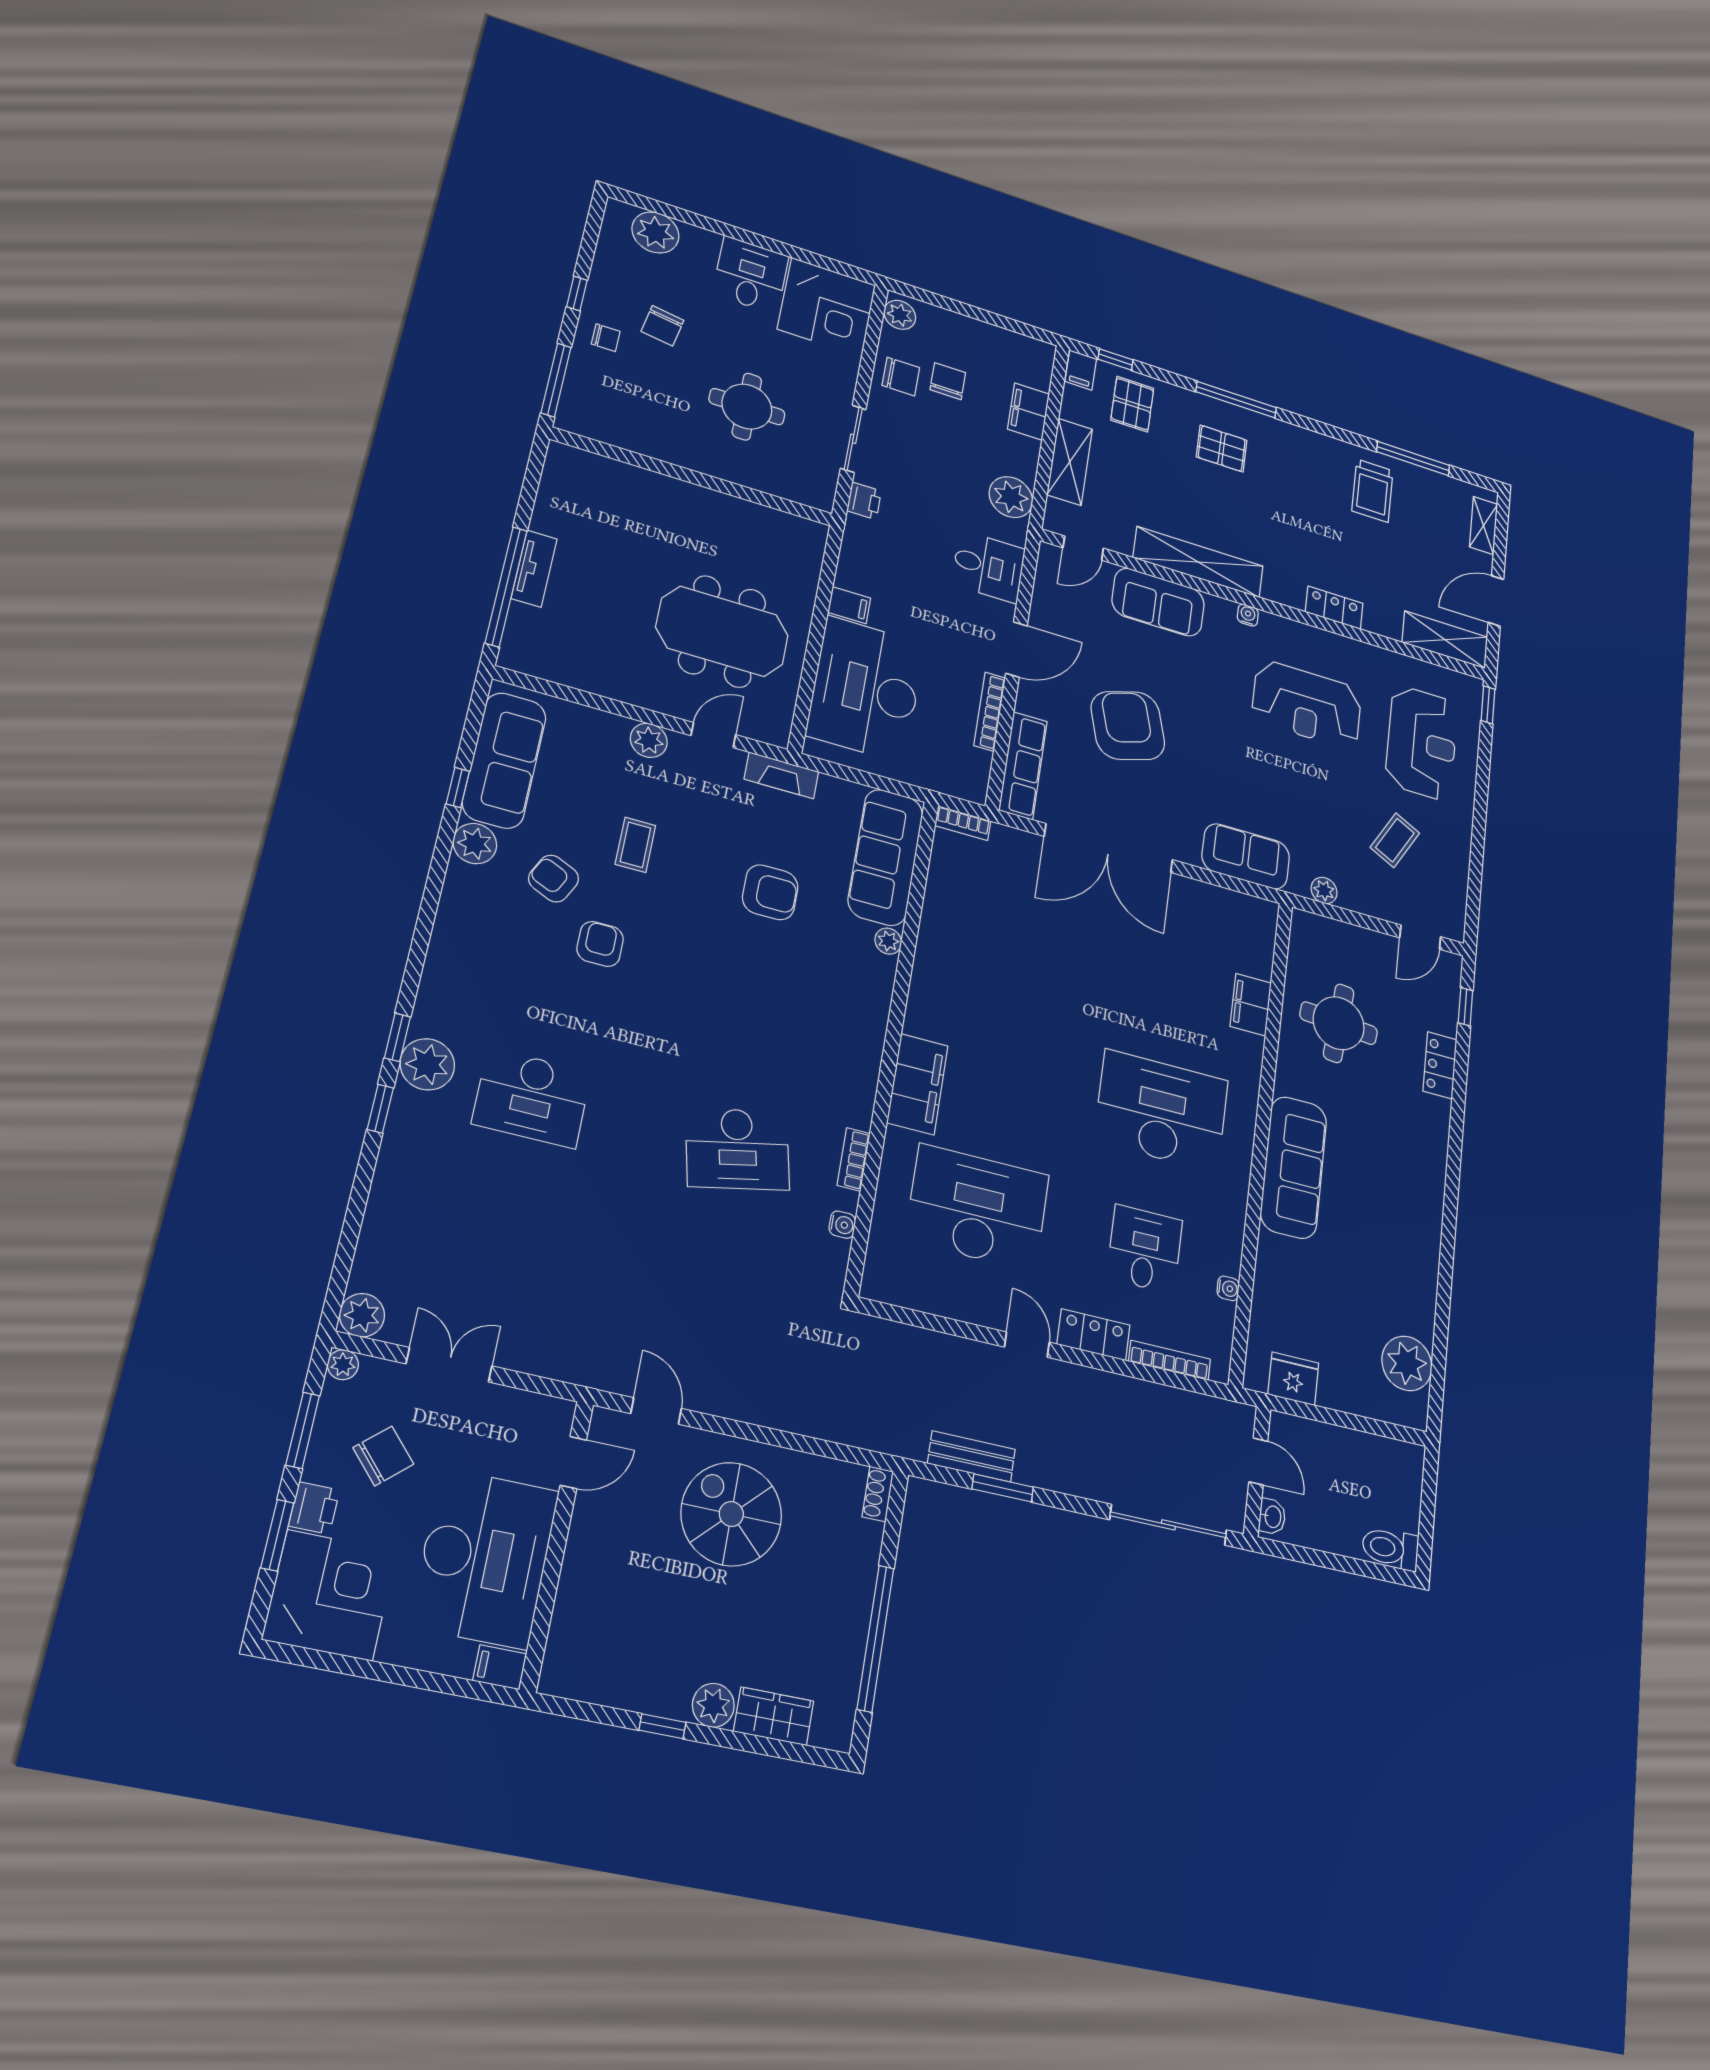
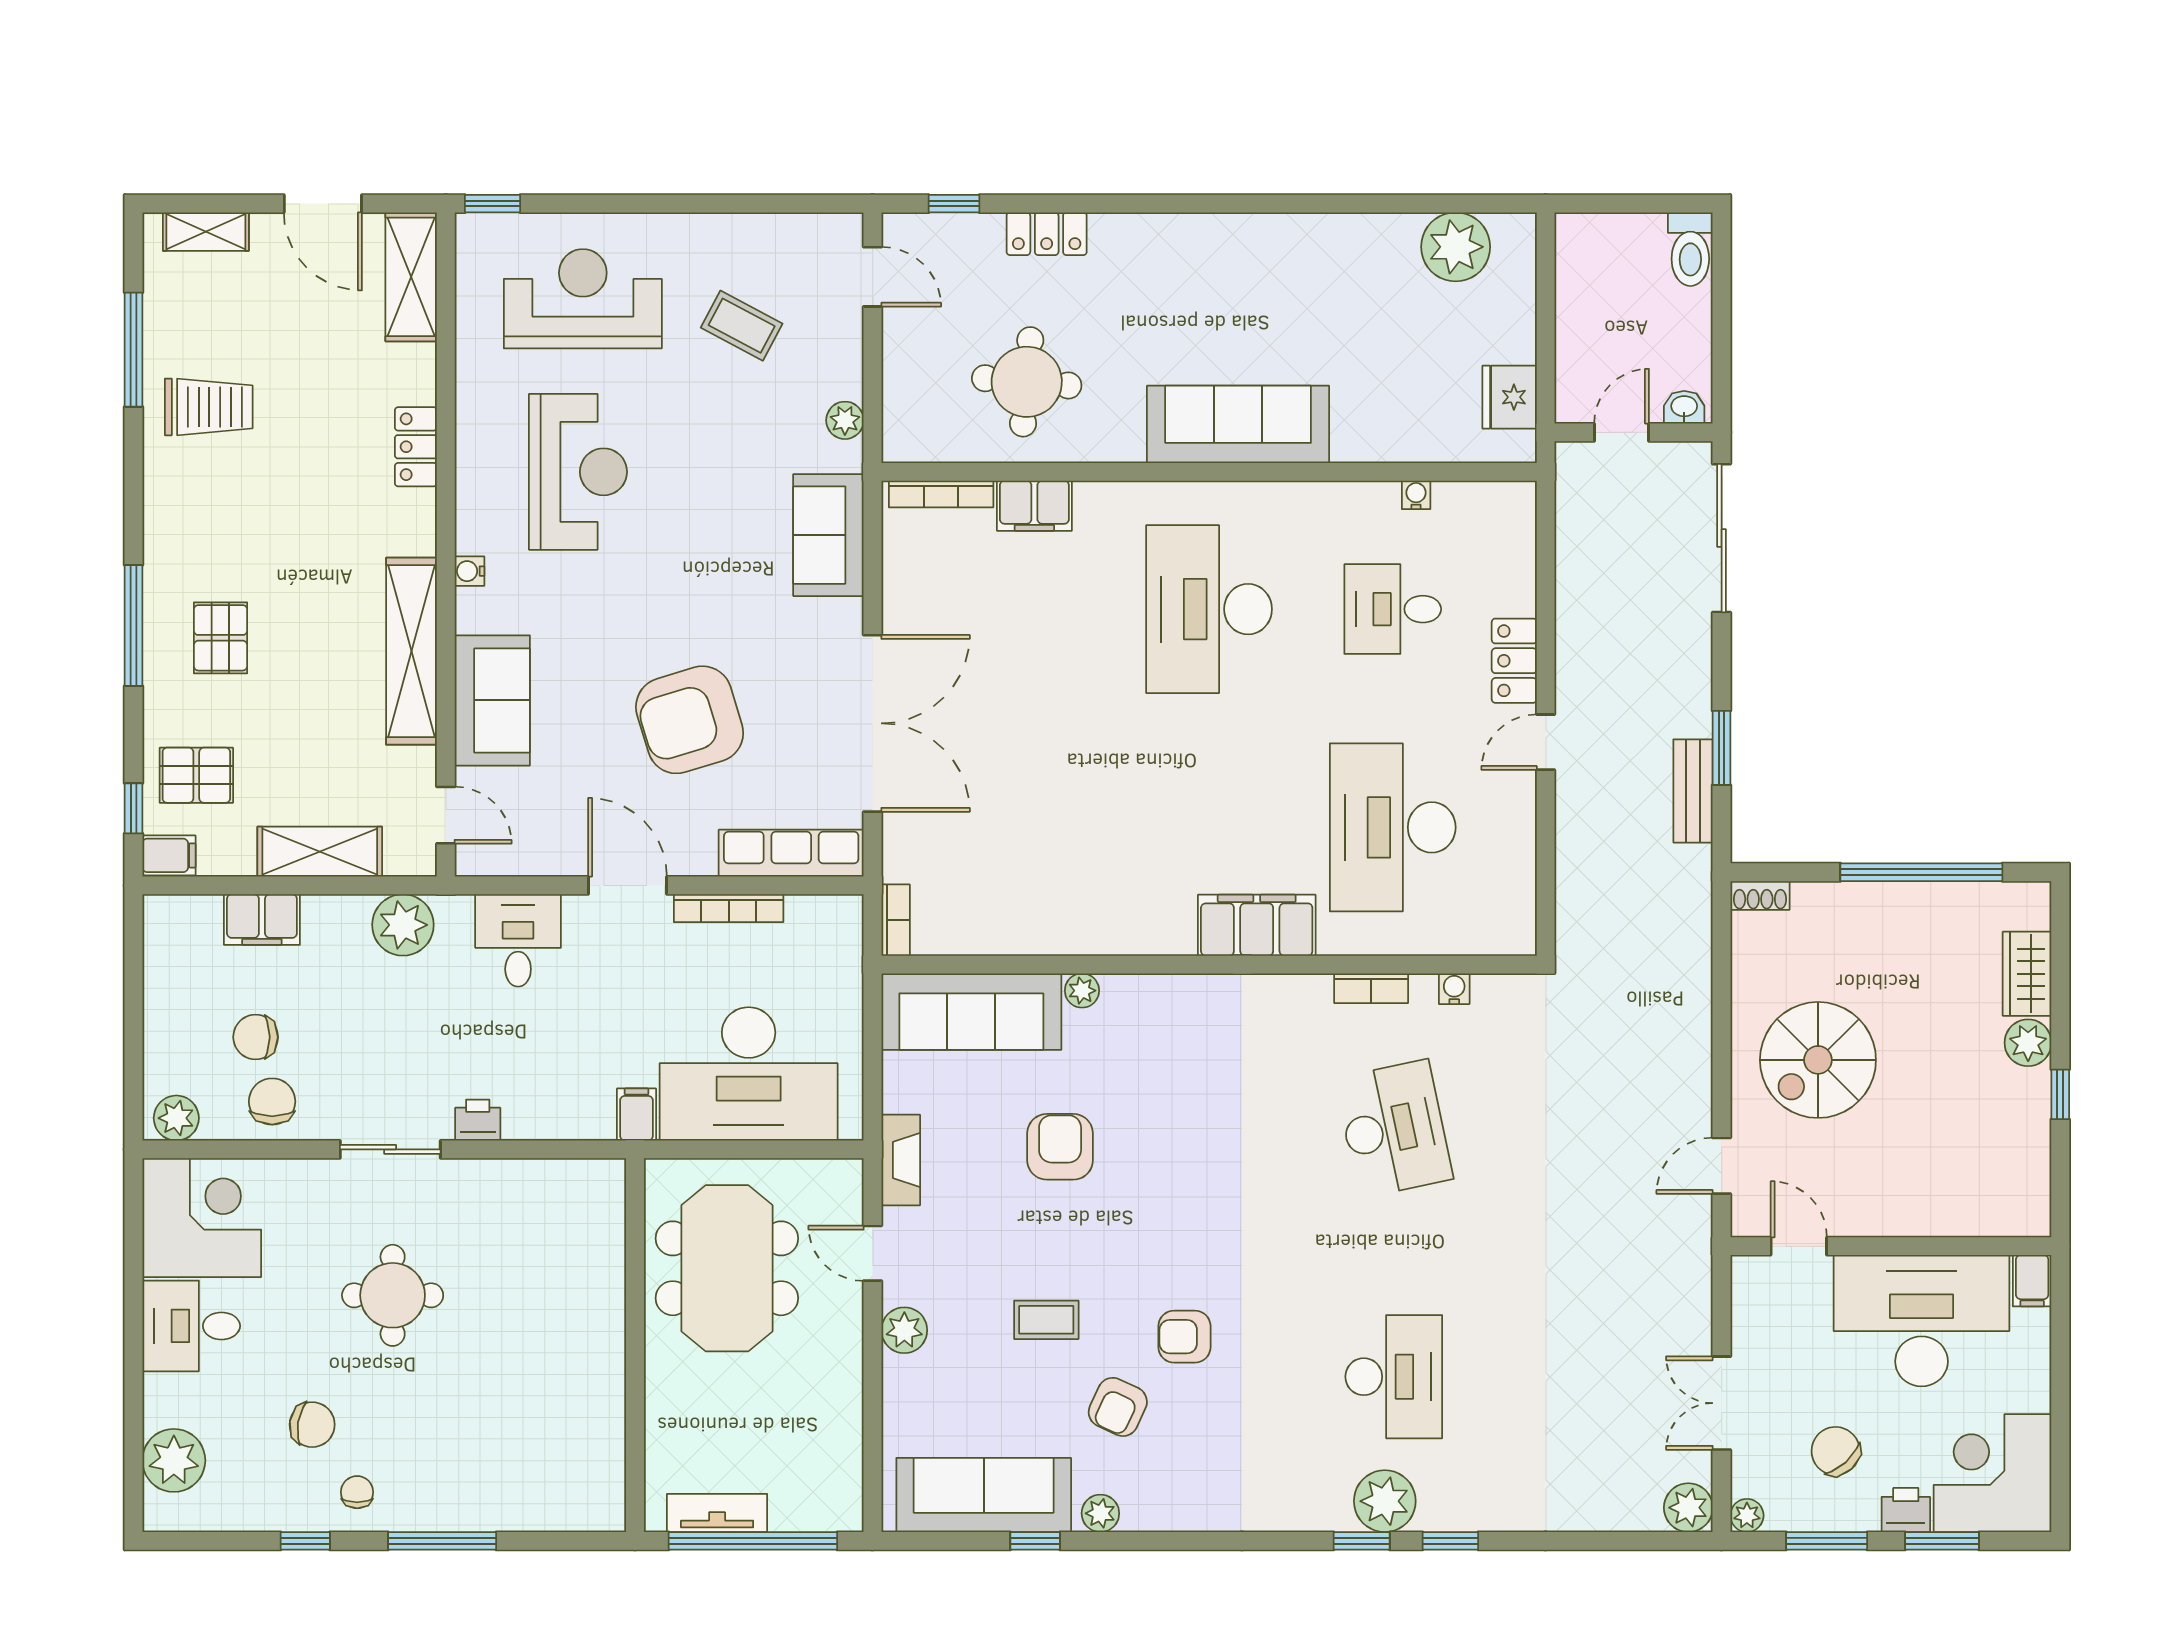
wall: (693, 477) -> (635, 1345), moved
plant: (475, 844) -> (1100, 1513), width x0.73, depth x0.73
bookcase: (1170, 1360) -> (941, 494), moved, turned -90

